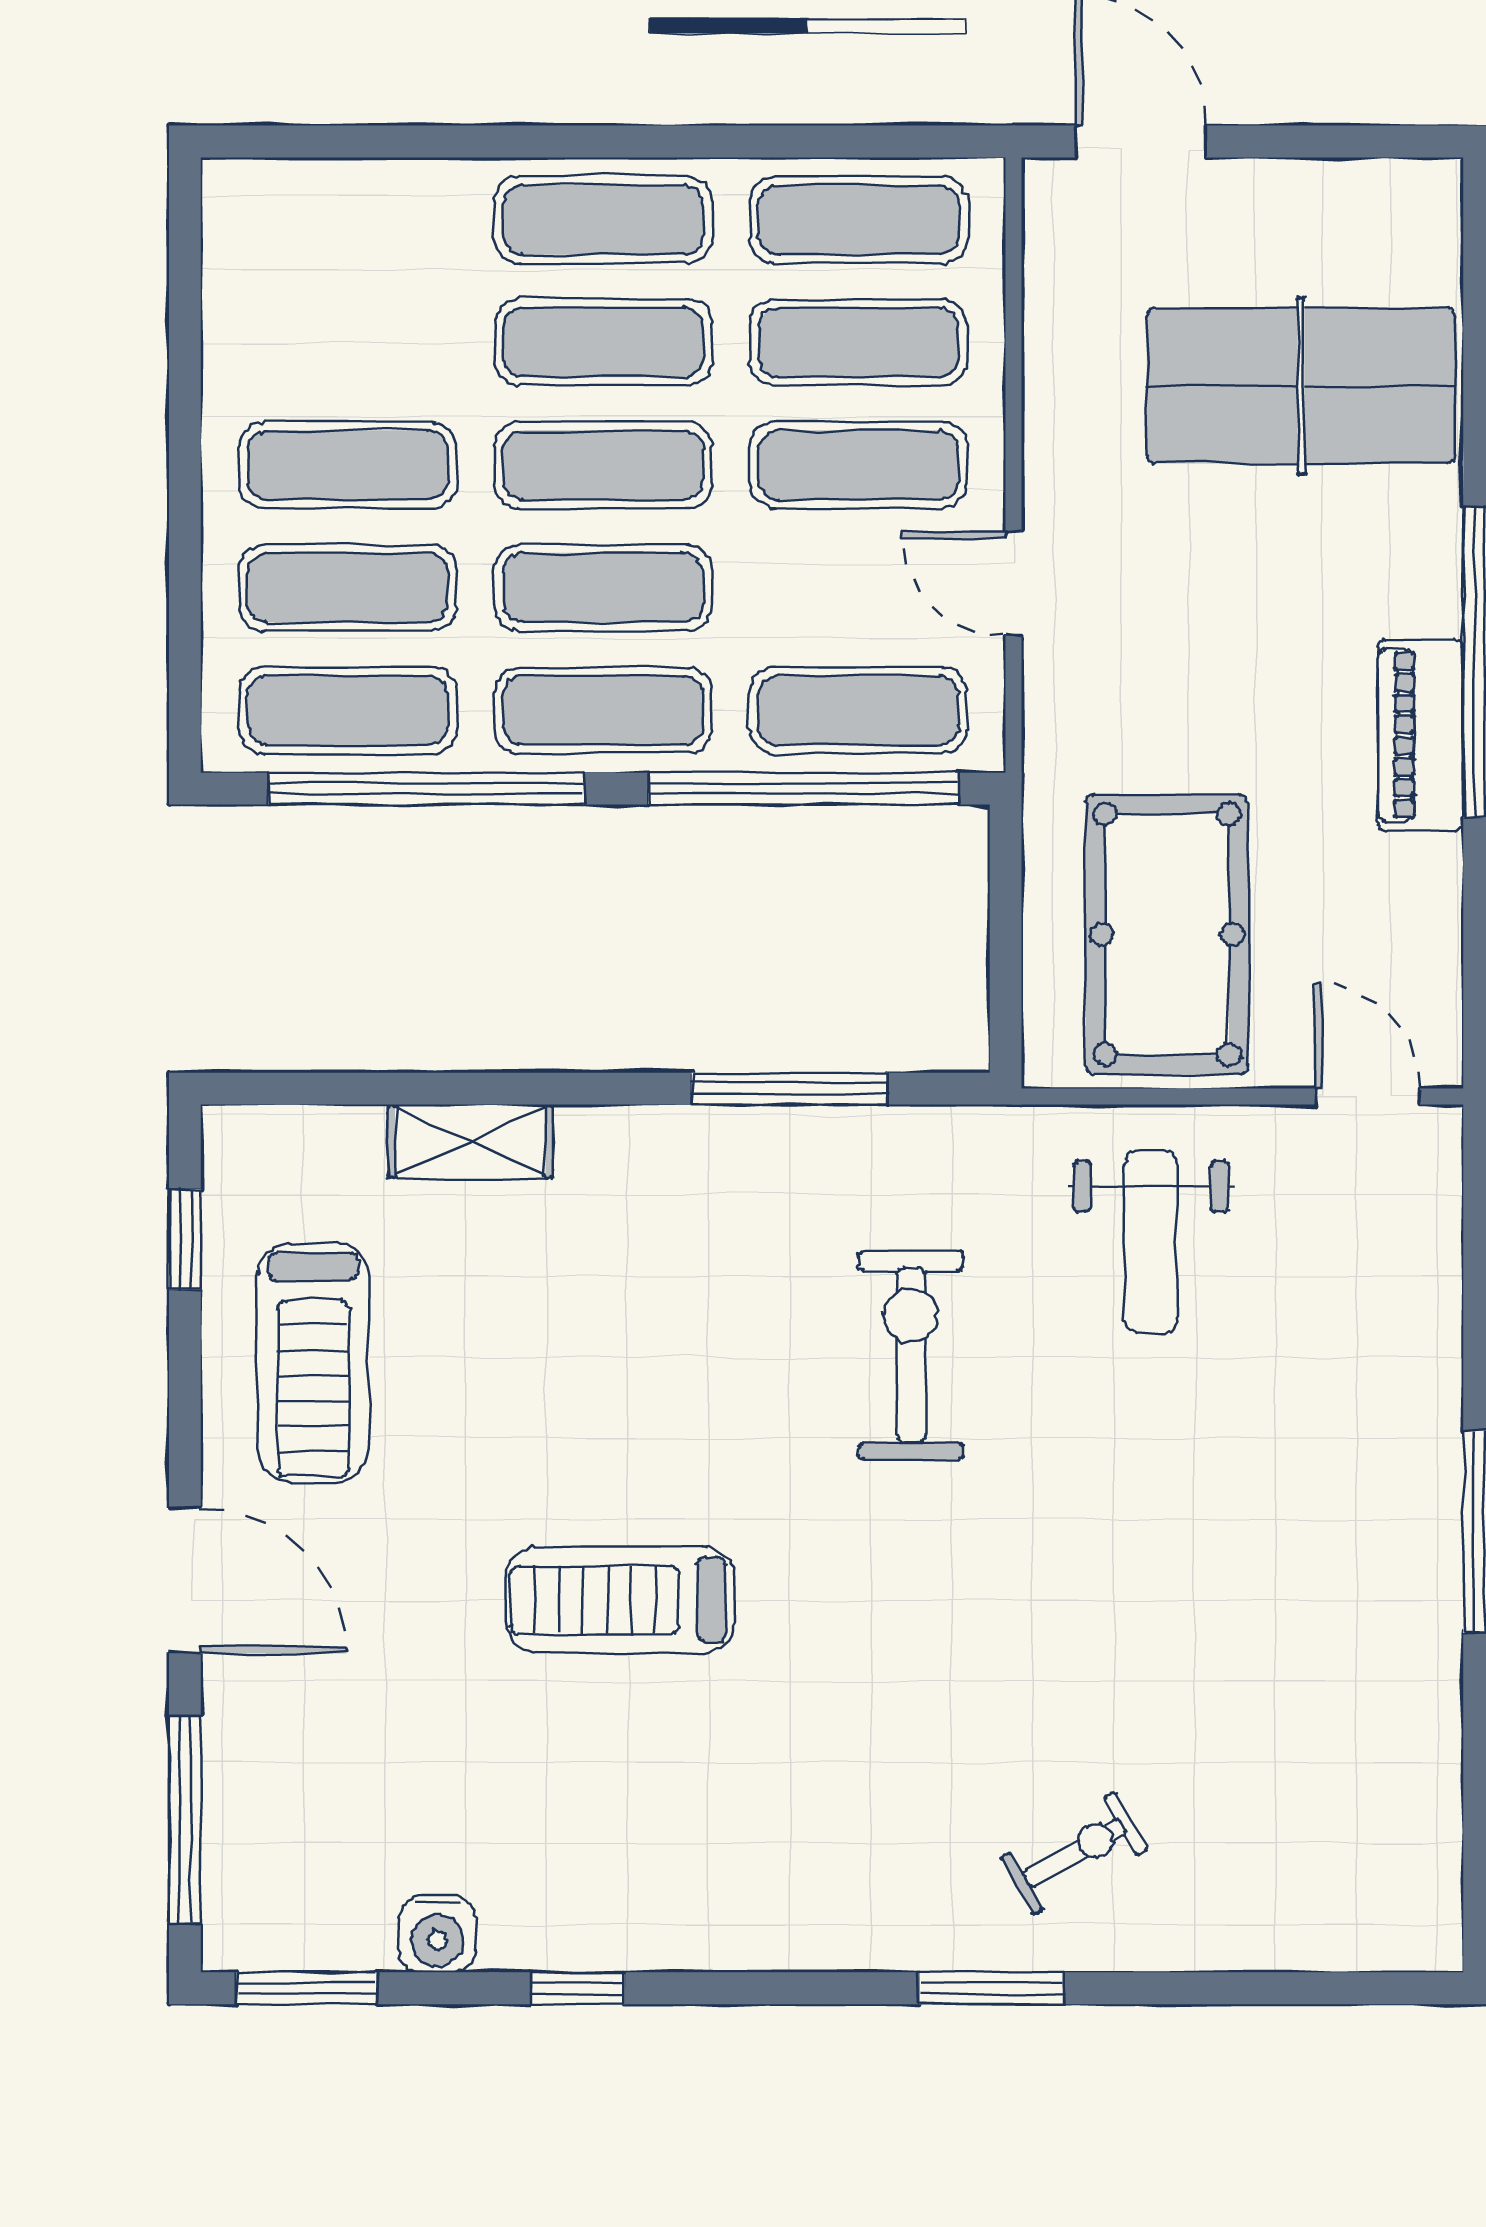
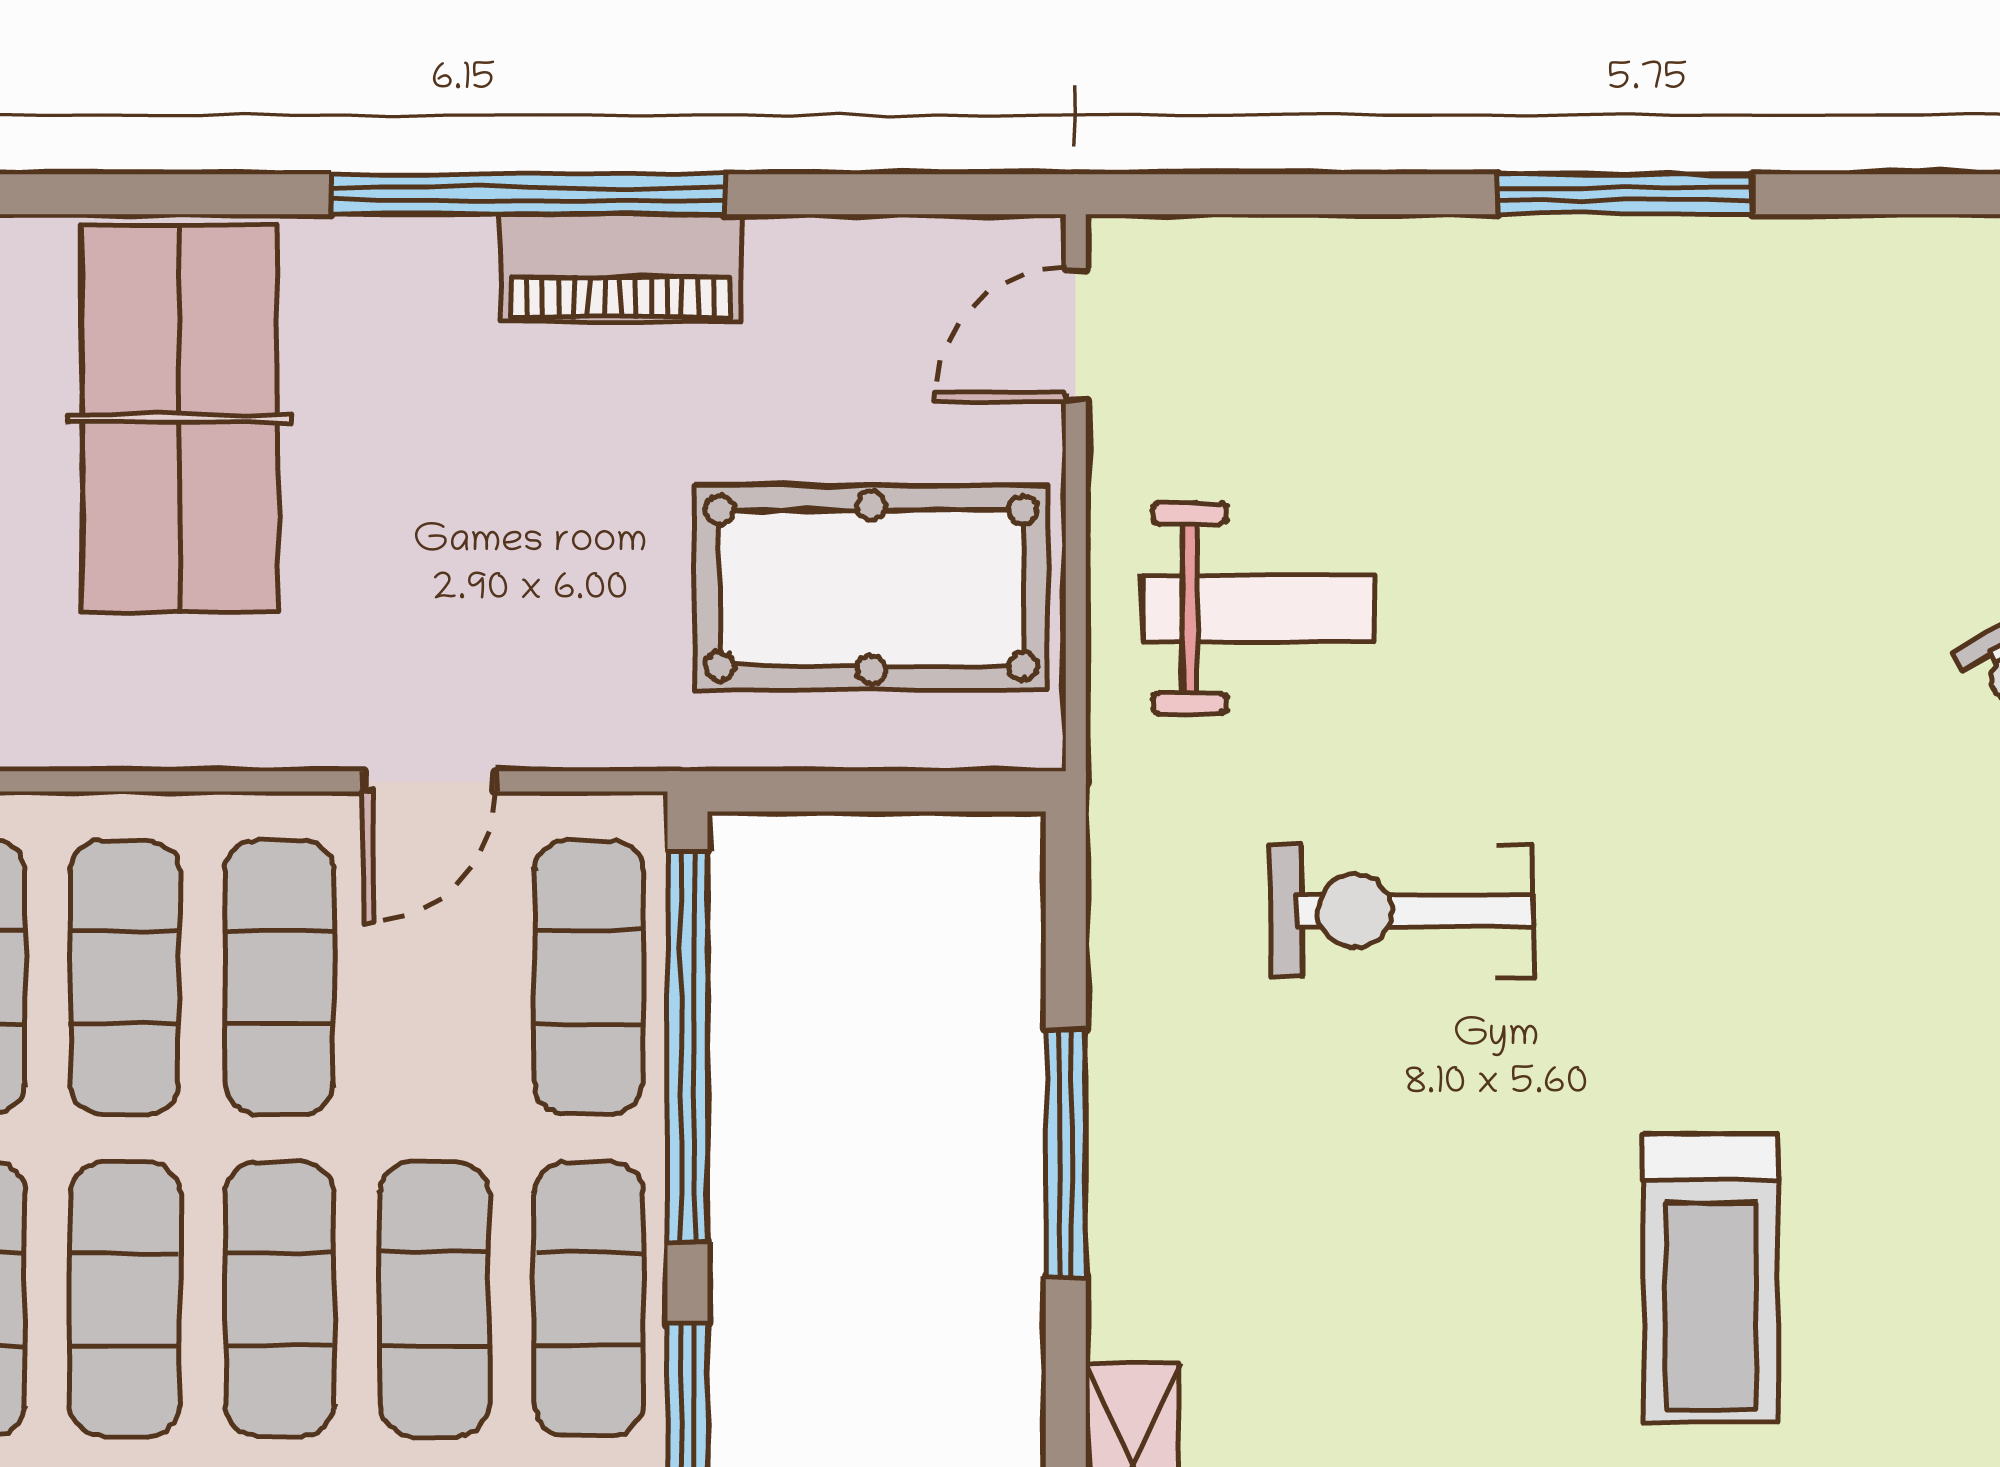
window: (790, 1089) -> (1066, 1154), moved

